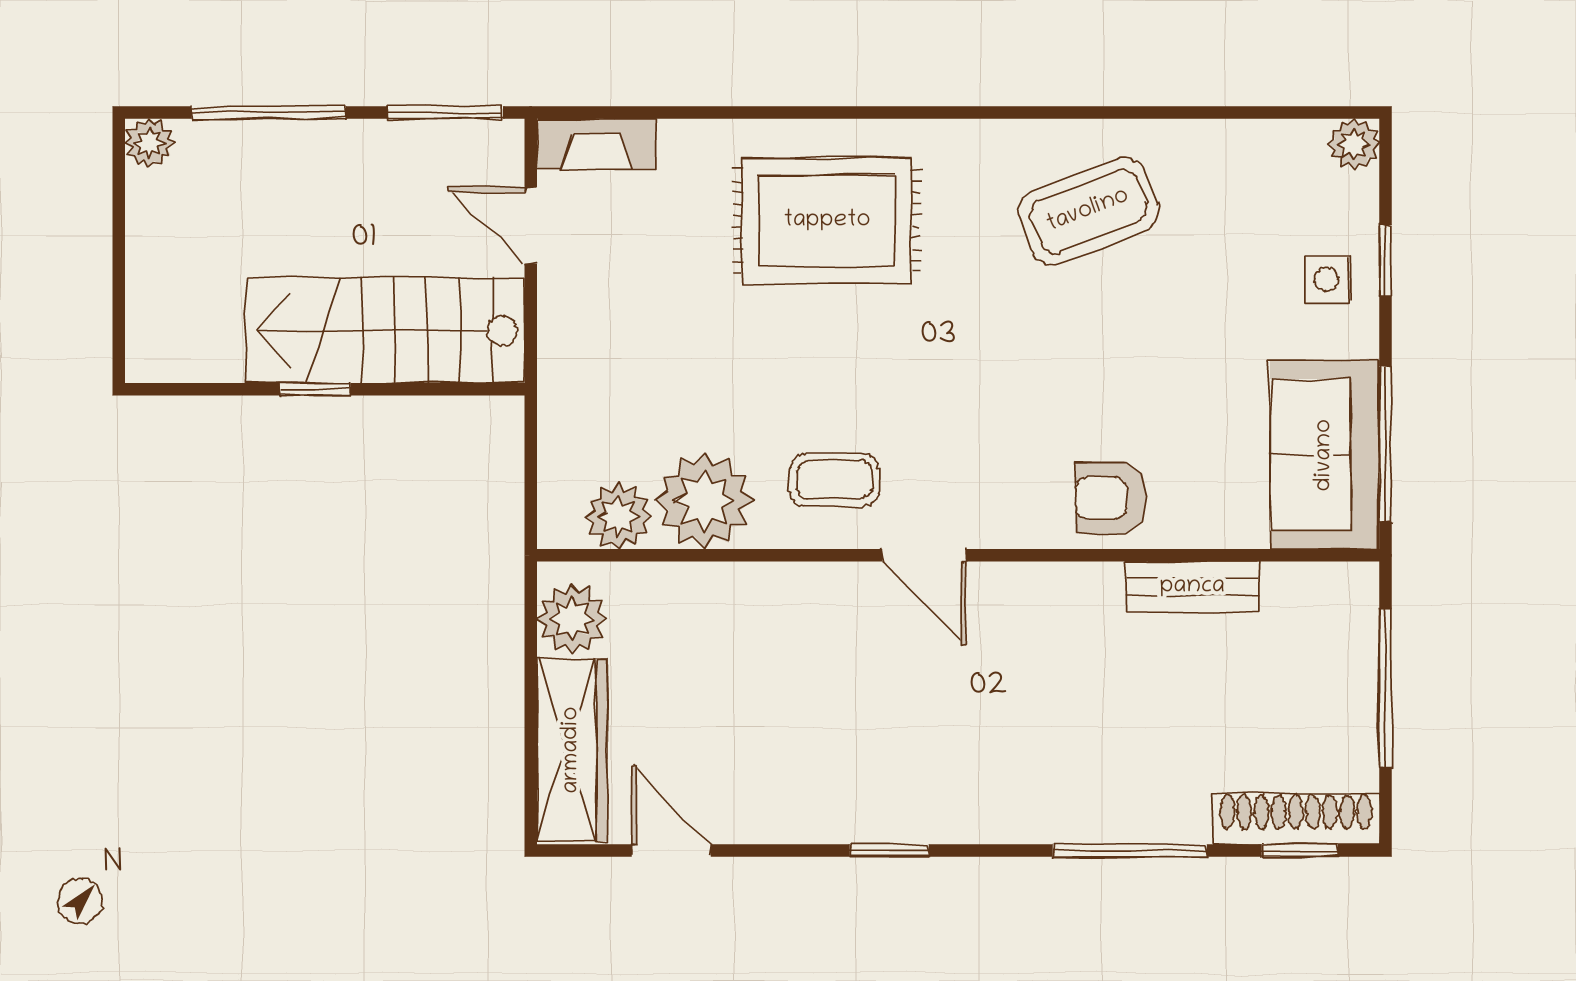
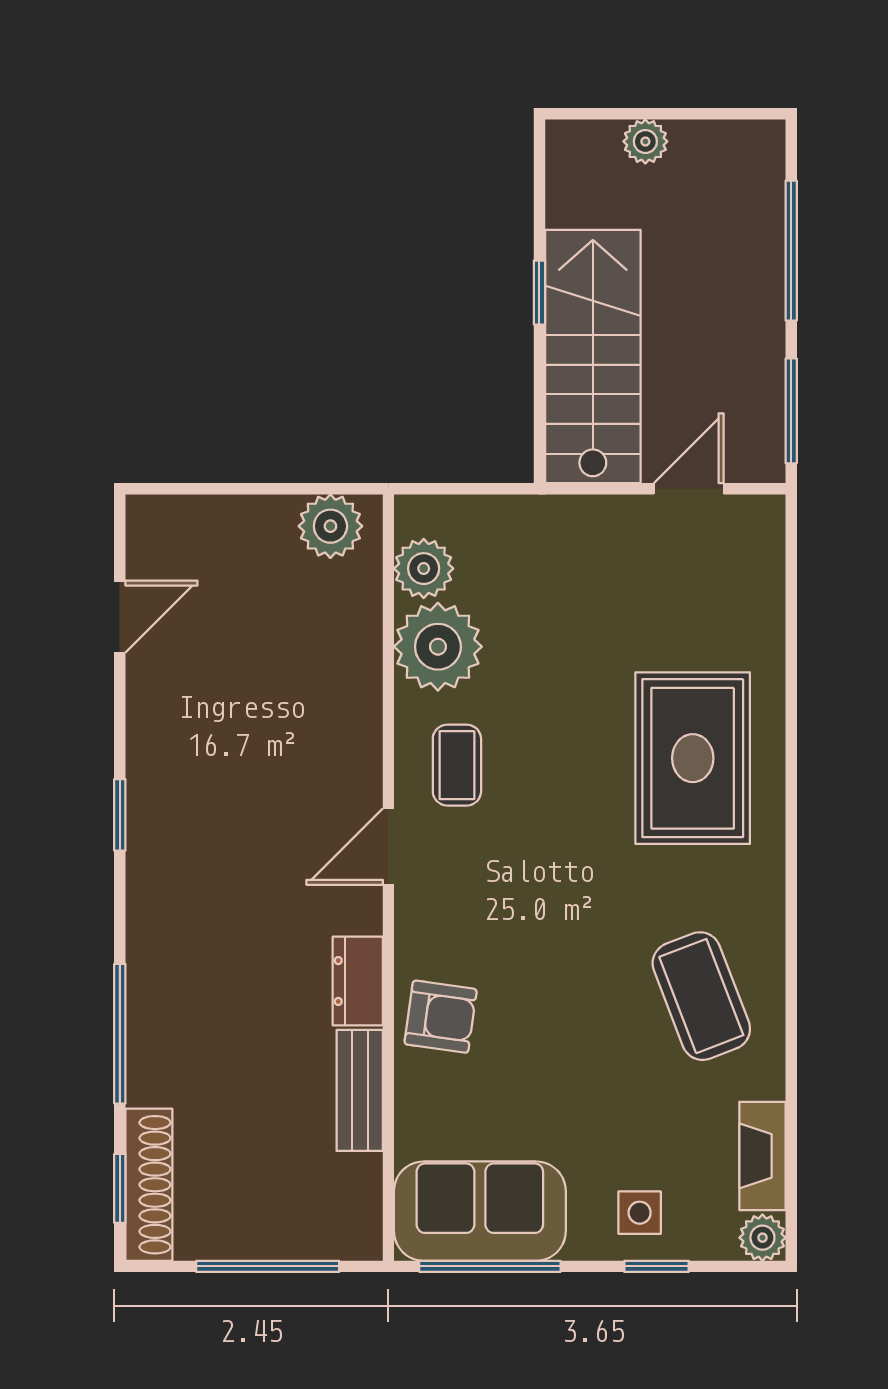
plant: (149, 143) -> (645, 141), moved
fireplace: (596, 144) -> (762, 1156), moved
armchair: (1111, 498) -> (441, 1017), turned 98
dresser: (1072, 589) -> (358, 981), added
wardrobe: (572, 750) -> (211, 526), removed

